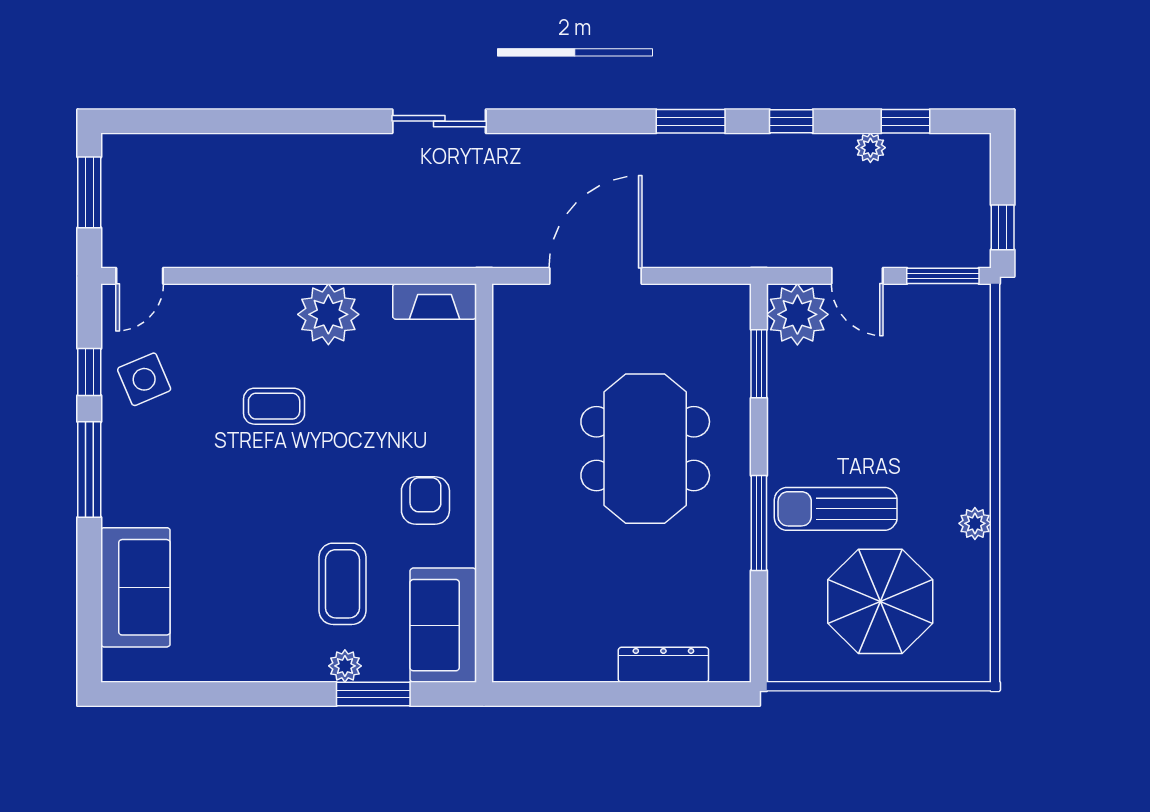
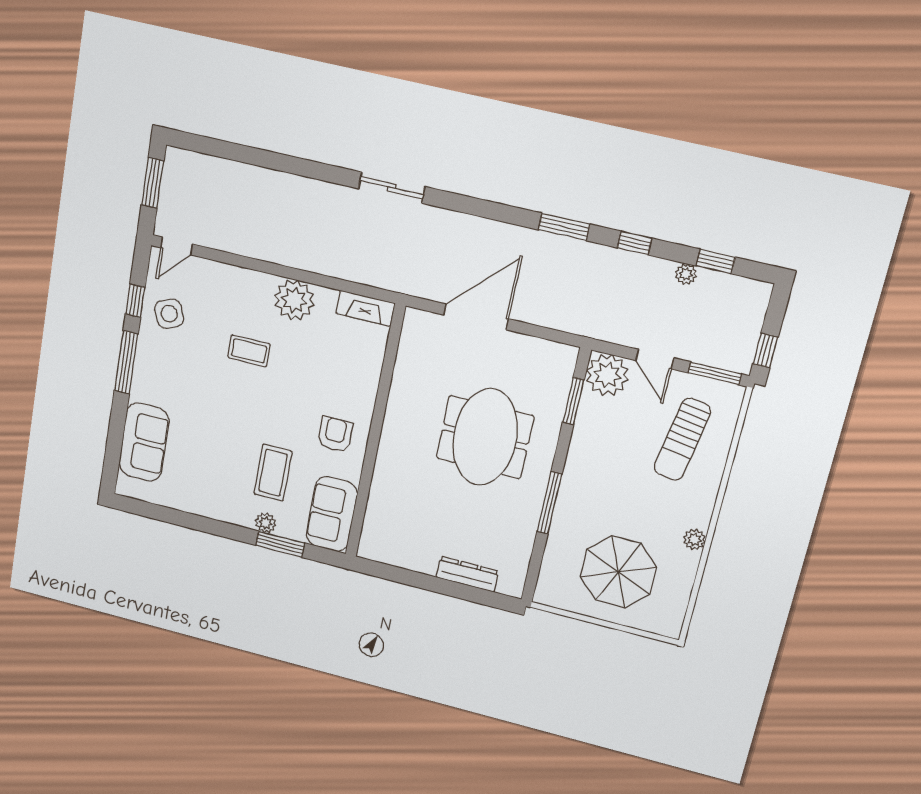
sun lounger: (836, 509) -> (682, 439), moved, turned -81

